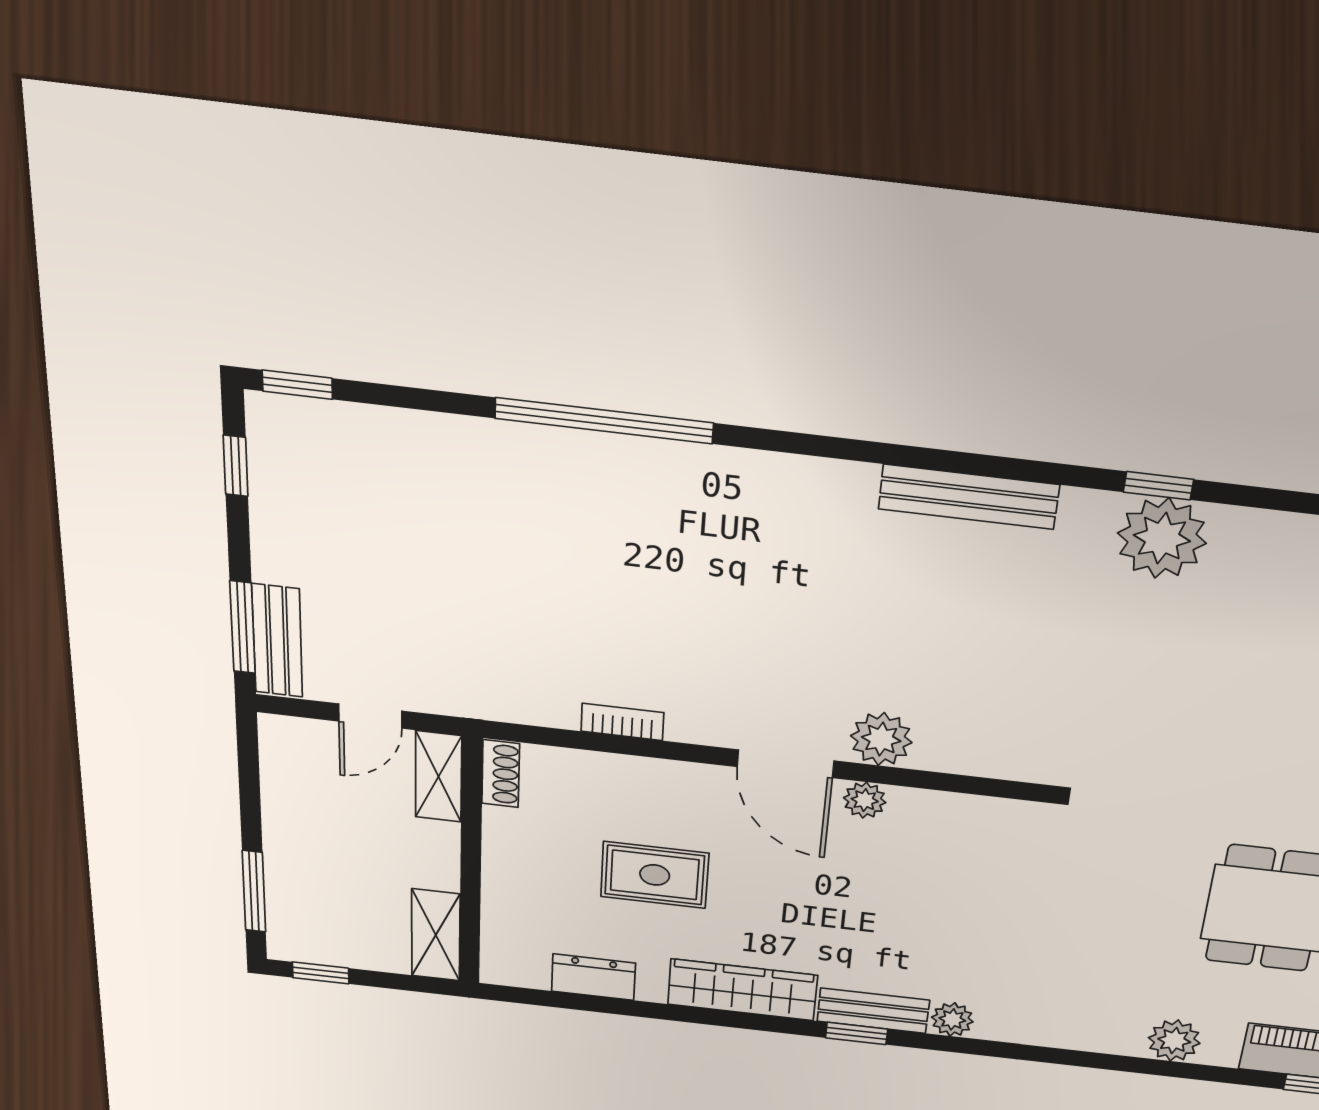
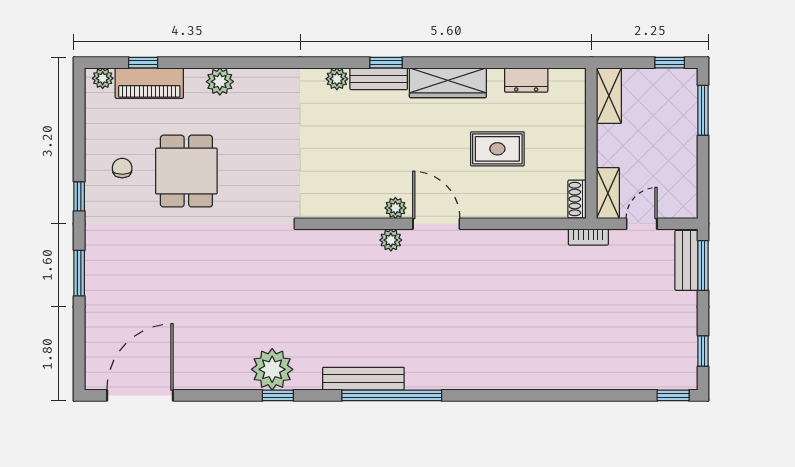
window: (604, 421) -> (392, 395), moved
bookcase: (622, 722) -> (588, 237), moved
plant: (881, 739) -> (391, 240), width x0.73, depth x0.73

